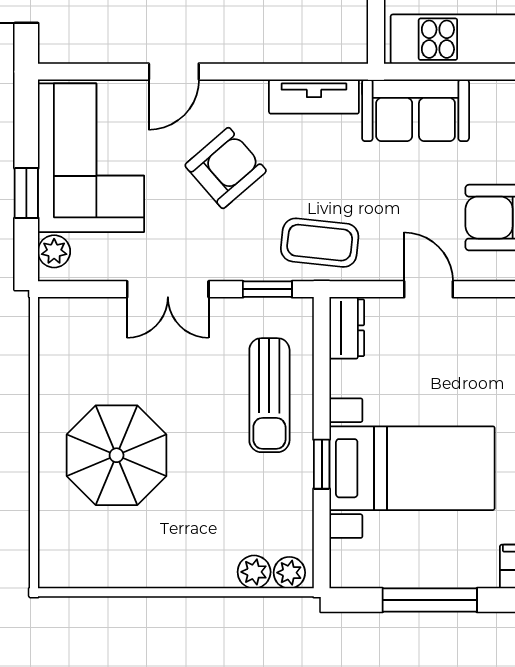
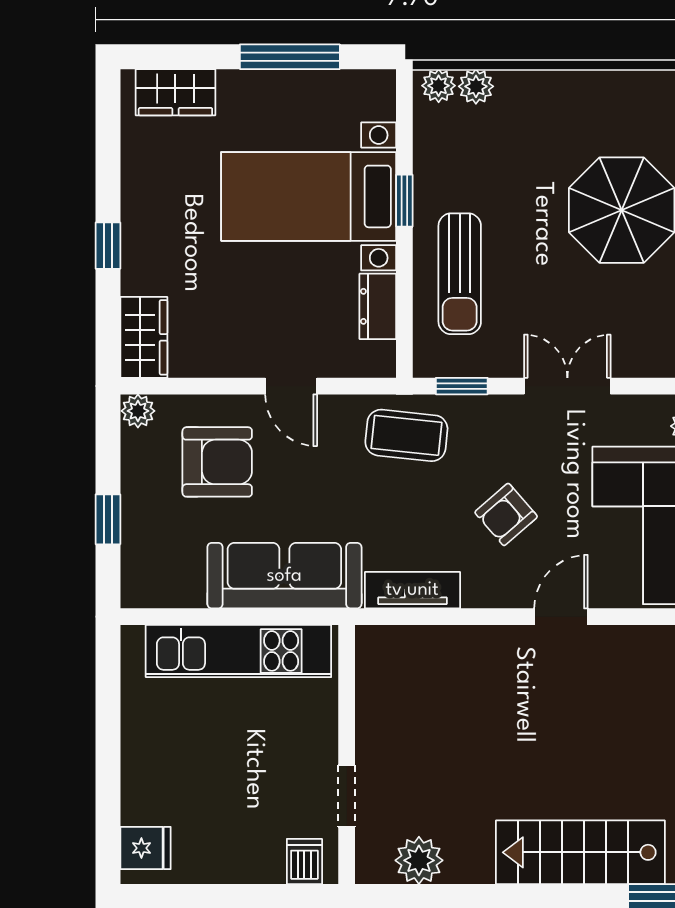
sofa: (416, 110) -> (284, 576), width x1.36
armchair: (226, 168) -> (506, 514), width x0.72, depth x0.72
dresser: (347, 328) -> (378, 306), moved
sun lounger: (269, 395) -> (460, 274), turned 180

